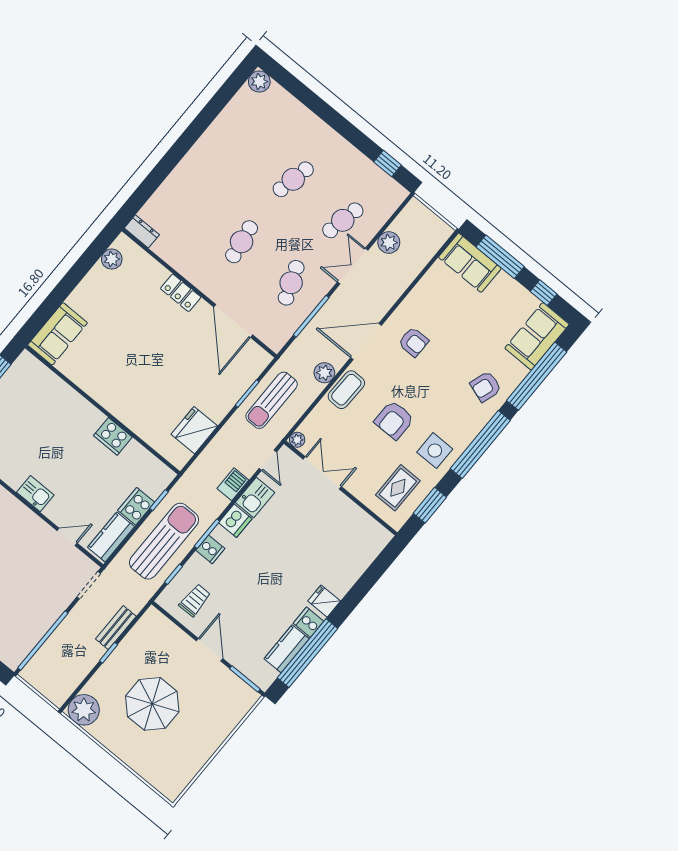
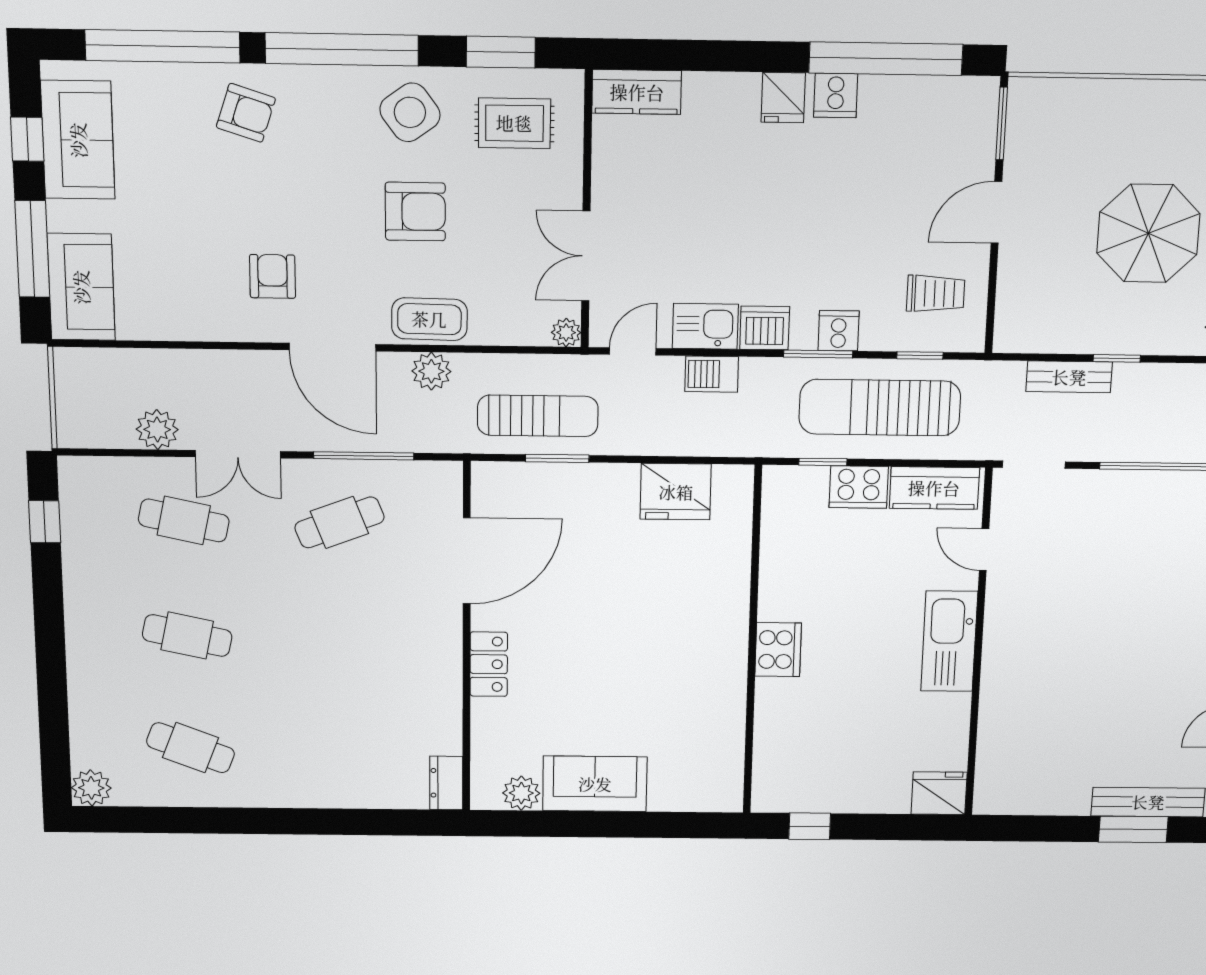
cafe table: (242, 242) -> (190, 748), moved, turned 30
sofa: (58, 334) -> (595, 784), moved
sofa: (537, 336) -> (78, 140), moved, turned -90
cooker: (113, 436) -> (778, 650), moved
side table: (435, 451) -> (410, 112), turned -36
kitchen sink: (35, 494) -> (949, 641), width x1.88, depth x1.24
trolley: (195, 600) -> (936, 293), turned 180
kitchen counter: (287, 649) -> (637, 92), moved

